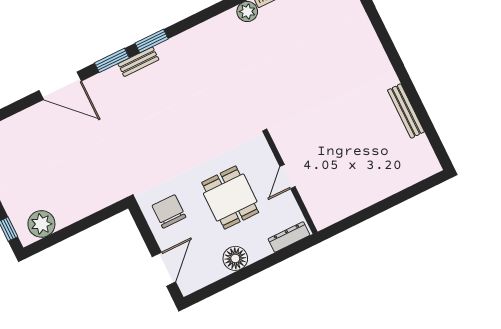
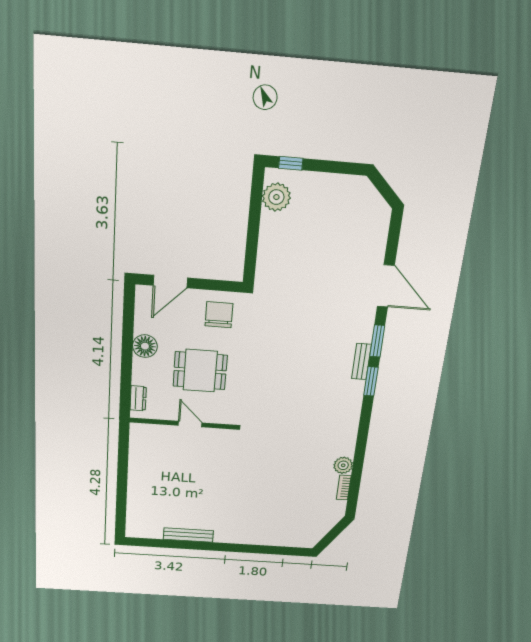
door: (60, 86) -> (386, 286), swing flipped
chair: (169, 211) -> (219, 315), turned -90
dresser: (289, 237) -> (138, 398), width x0.70
door: (164, 269) -> (170, 282), hinge flipped

